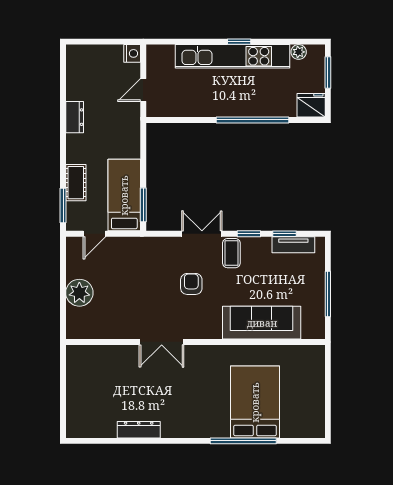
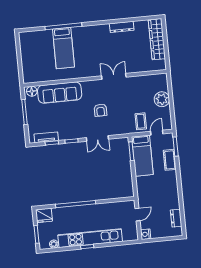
dresser: (75, 117) -> (176, 218), moved
coffee table: (231, 253) -> (141, 121), moved
floor lamp: (311, 330) -> (32, 91), added
wardrobe: (78, 401) -> (157, 39), added
bed: (255, 402) -> (63, 48), width x0.67

